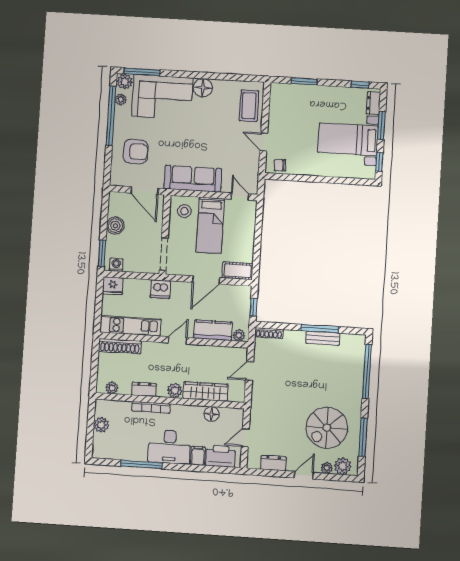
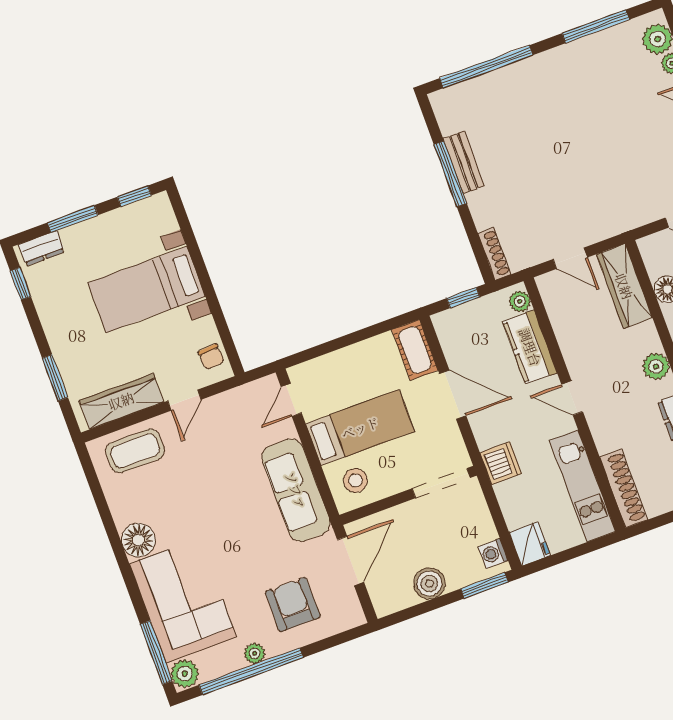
plant: (121, 99) -> (255, 653), moved
wardrobe: (277, 110) -> (121, 401), added
bed with nightstands: (348, 139) -> (146, 290), moved, turned 90
wardrobe: (206, 391) -> (624, 286), moved
spiral stairs: (327, 428) -> (606, 92), removed

